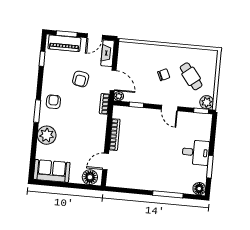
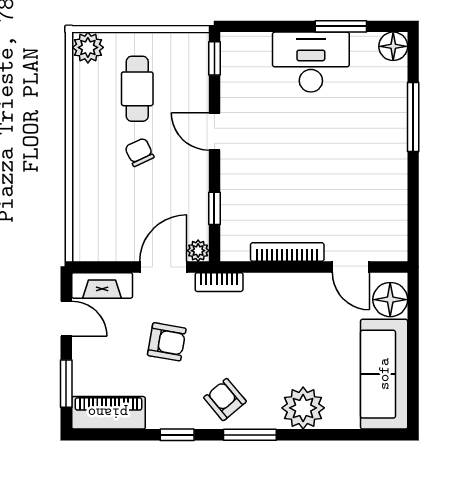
piano: (64, 43) -> (108, 413), moved, turned -90
window: (42, 59) -> (177, 435), moved
cafe table: (191, 76) -> (137, 89), turned -52
armchair: (53, 102) -> (225, 400), turned 50
plant: (207, 102) -> (88, 47), moved
door: (170, 108) -> (214, 132), swing flipped
desk: (196, 152) -> (311, 62), width x1.37
sofa: (52, 171) -> (384, 374), width x1.36

